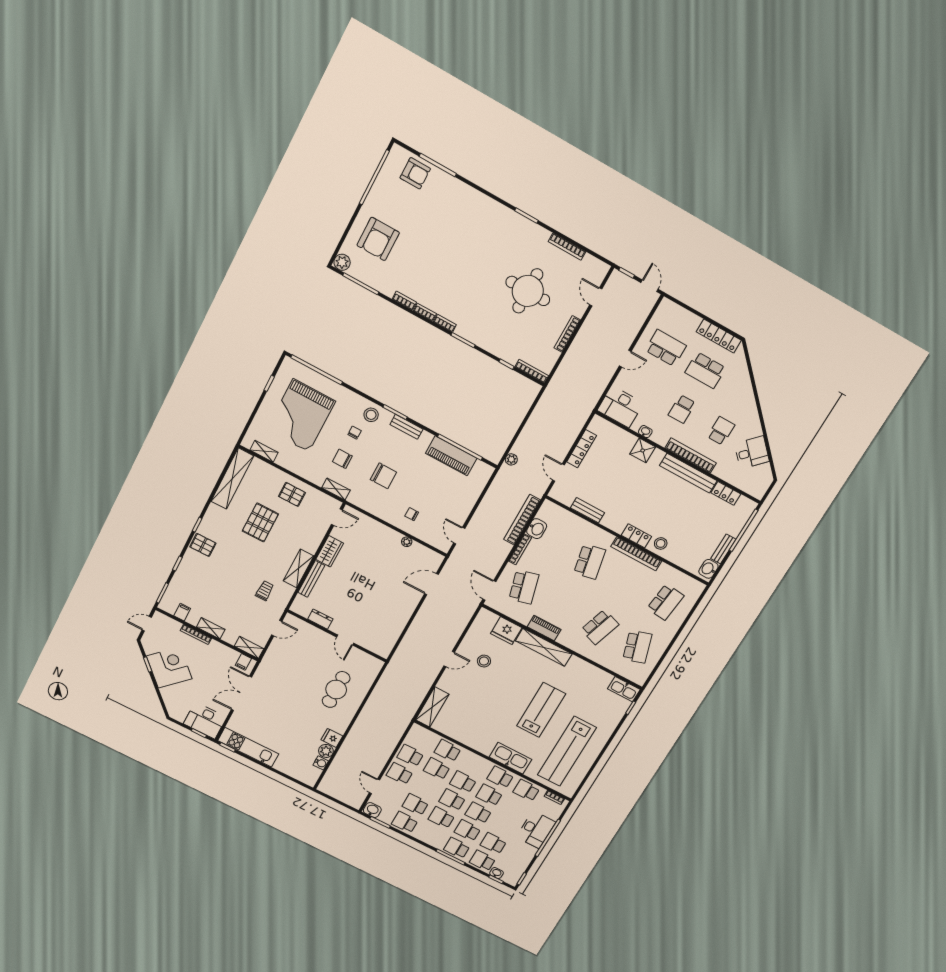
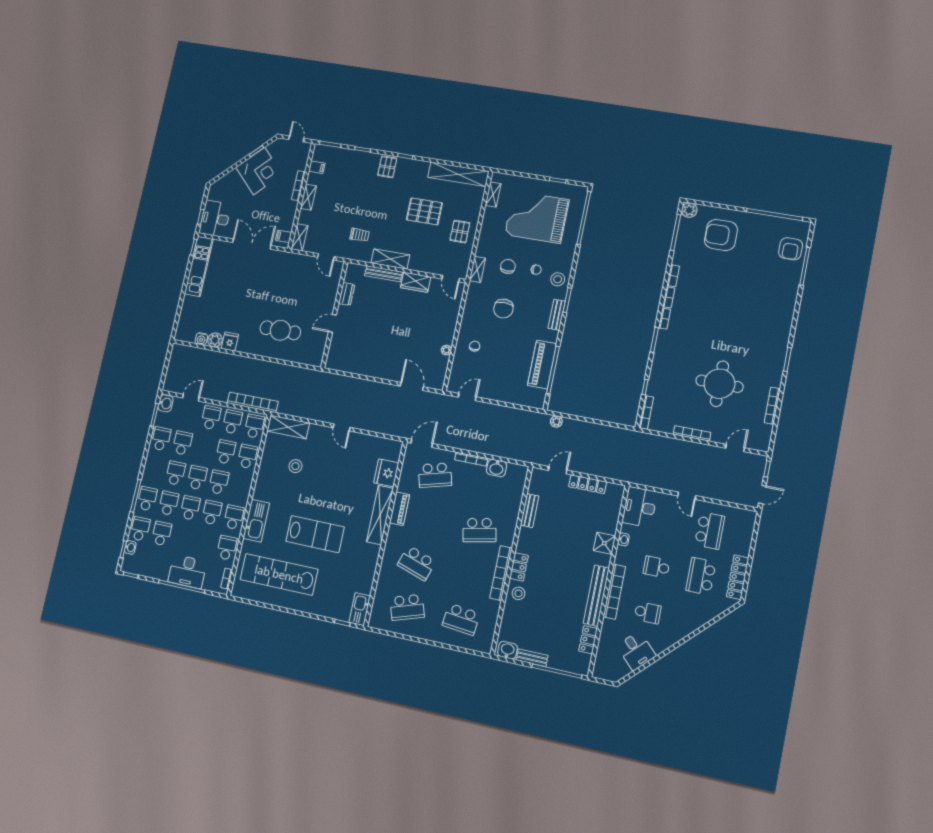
bookcase: (522, 520) -> (253, 402), moved
stool: (484, 661) -> (295, 466), moved
school desk: (421, 737) -> (254, 426), added

